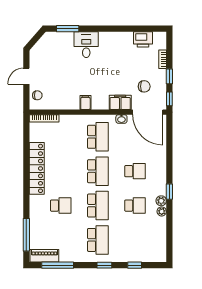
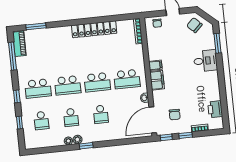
chair: (44, 53) -> (194, 25), added
filing cabinet: (120, 102) -> (157, 80), moved
school desk: (61, 206) -> (41, 121), moved
window: (26, 235) -> (36, 26), width x0.69

